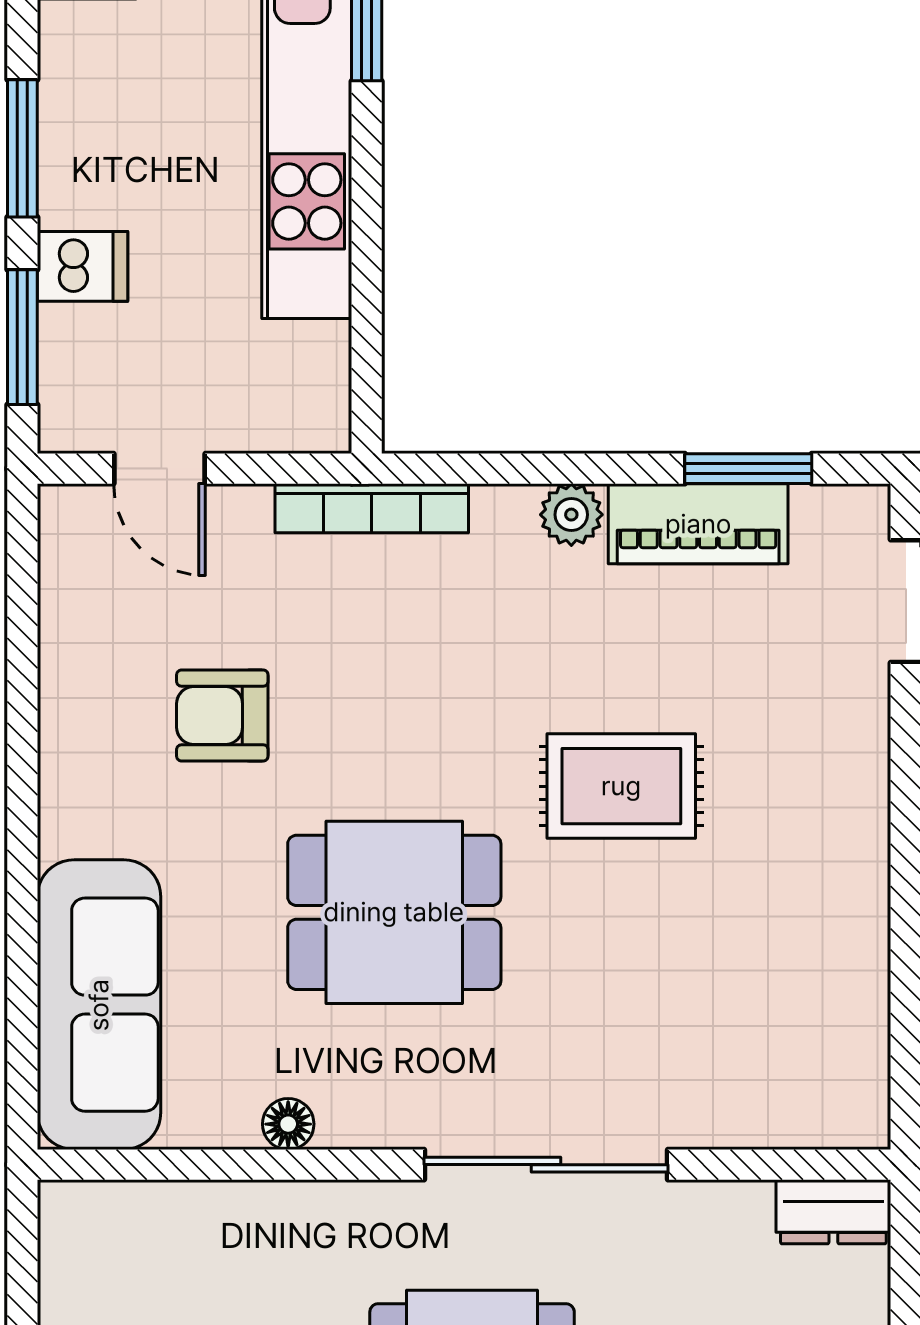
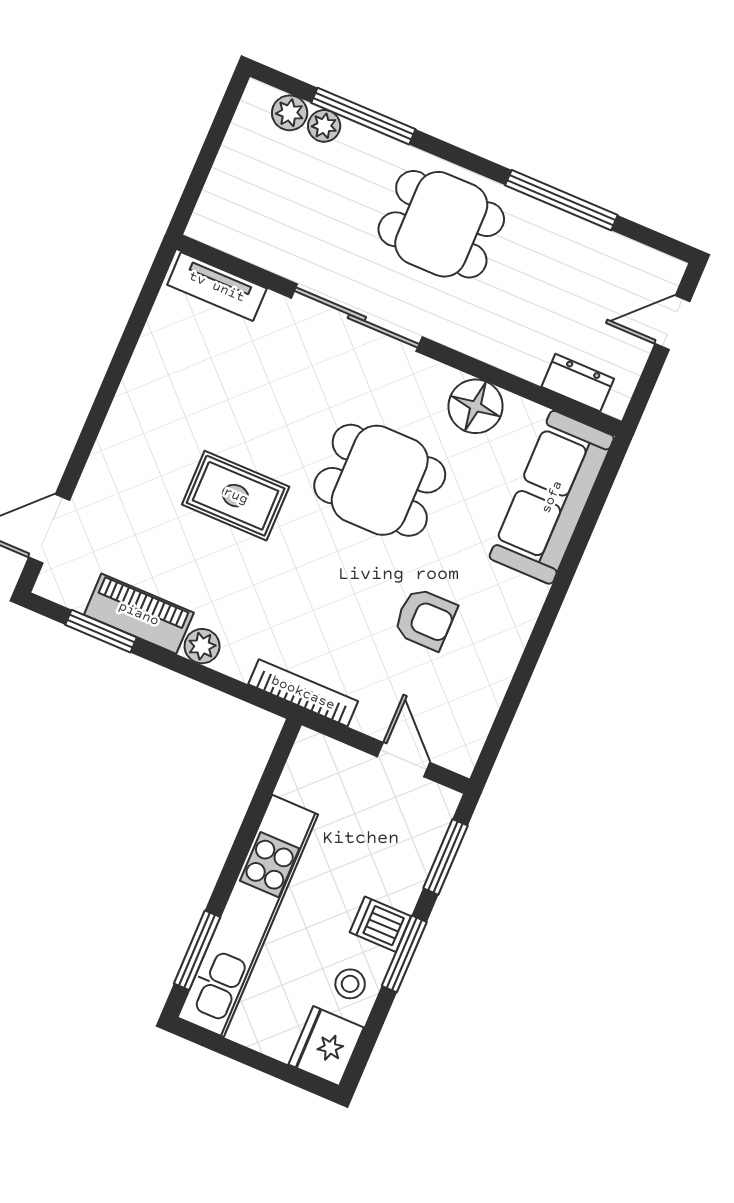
stool: (91, 61) -> (350, 984), added
dishwasher: (82, 266) -> (380, 924), moved
tv unit: (798, 1118) -> (217, 287), added
floor lamp: (288, 1124) -> (475, 406), width x1.89, depth x1.89
dresser: (833, 1212) -> (578, 383), moved

